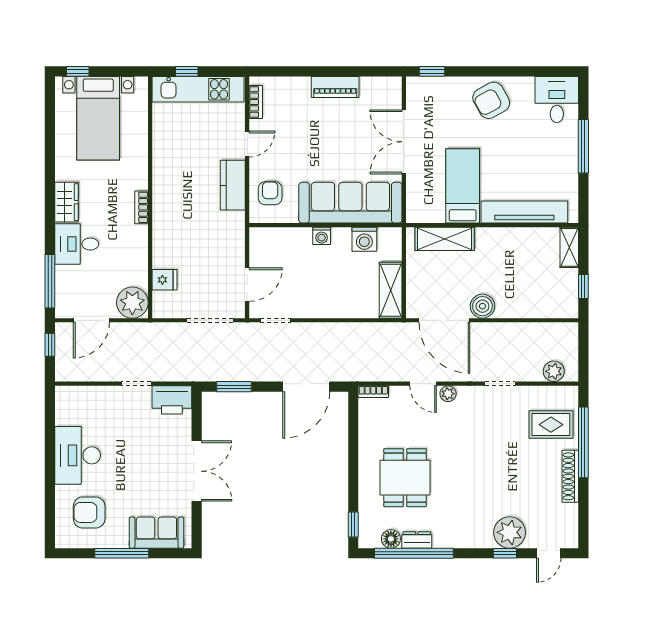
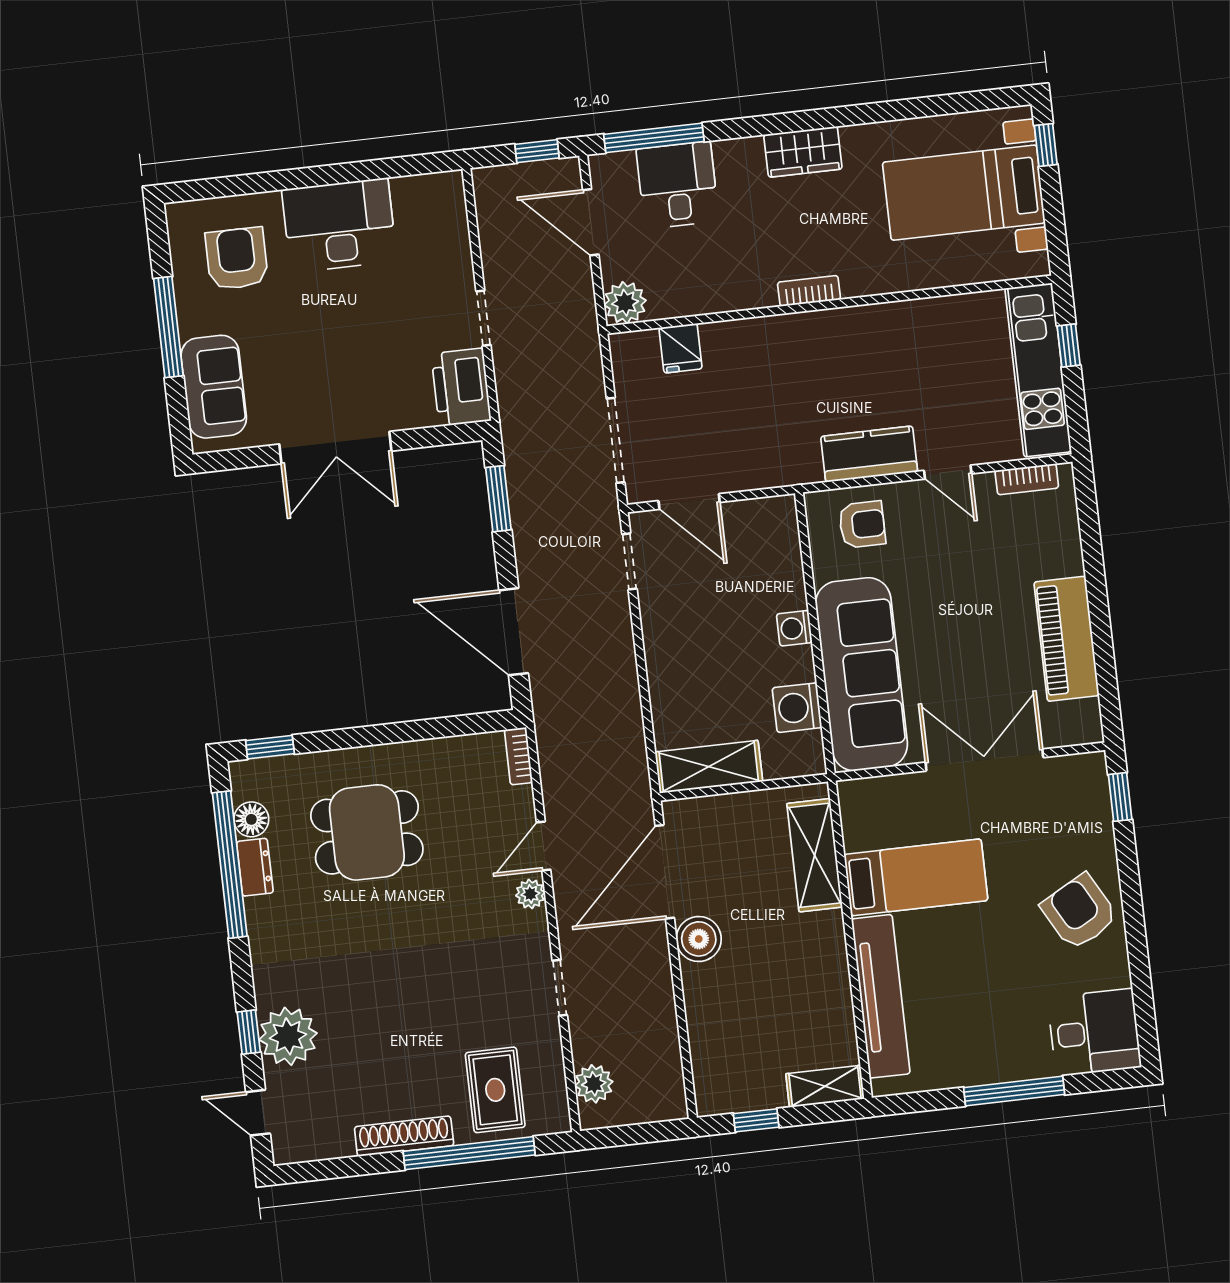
piano: (335, 87) -> (1067, 639), width x1.37, depth x1.33
desk: (77, 244) -> (678, 185), moved
plant: (132, 303) -> (625, 303), width x0.73, depth x0.73

